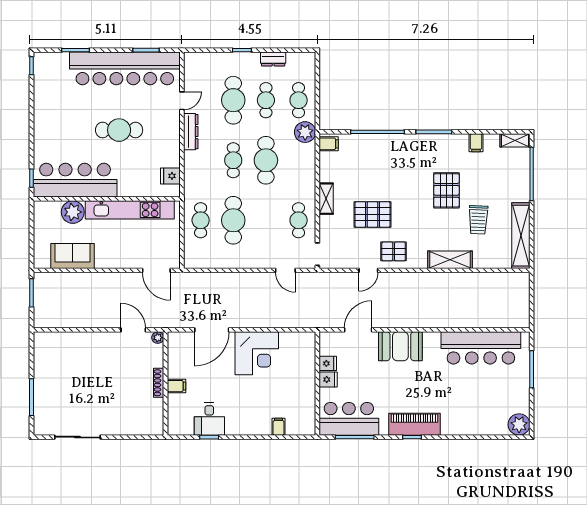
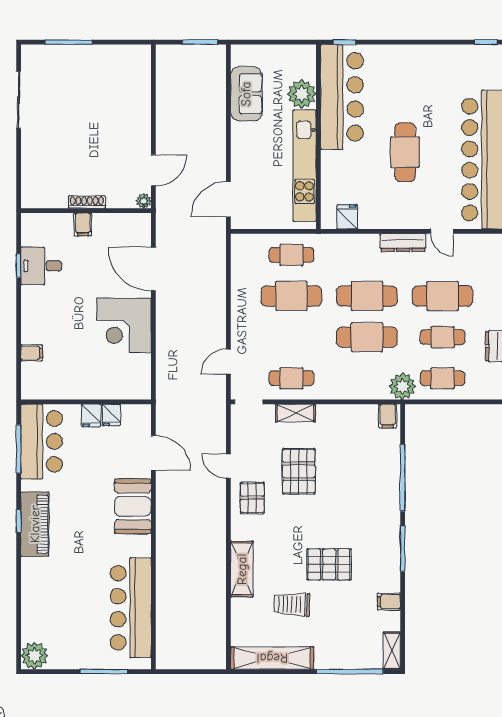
cafe table: (233, 160) -> (367, 296), width x1.37, depth x1.35
shelving: (326, 199) -> (295, 413), moved

